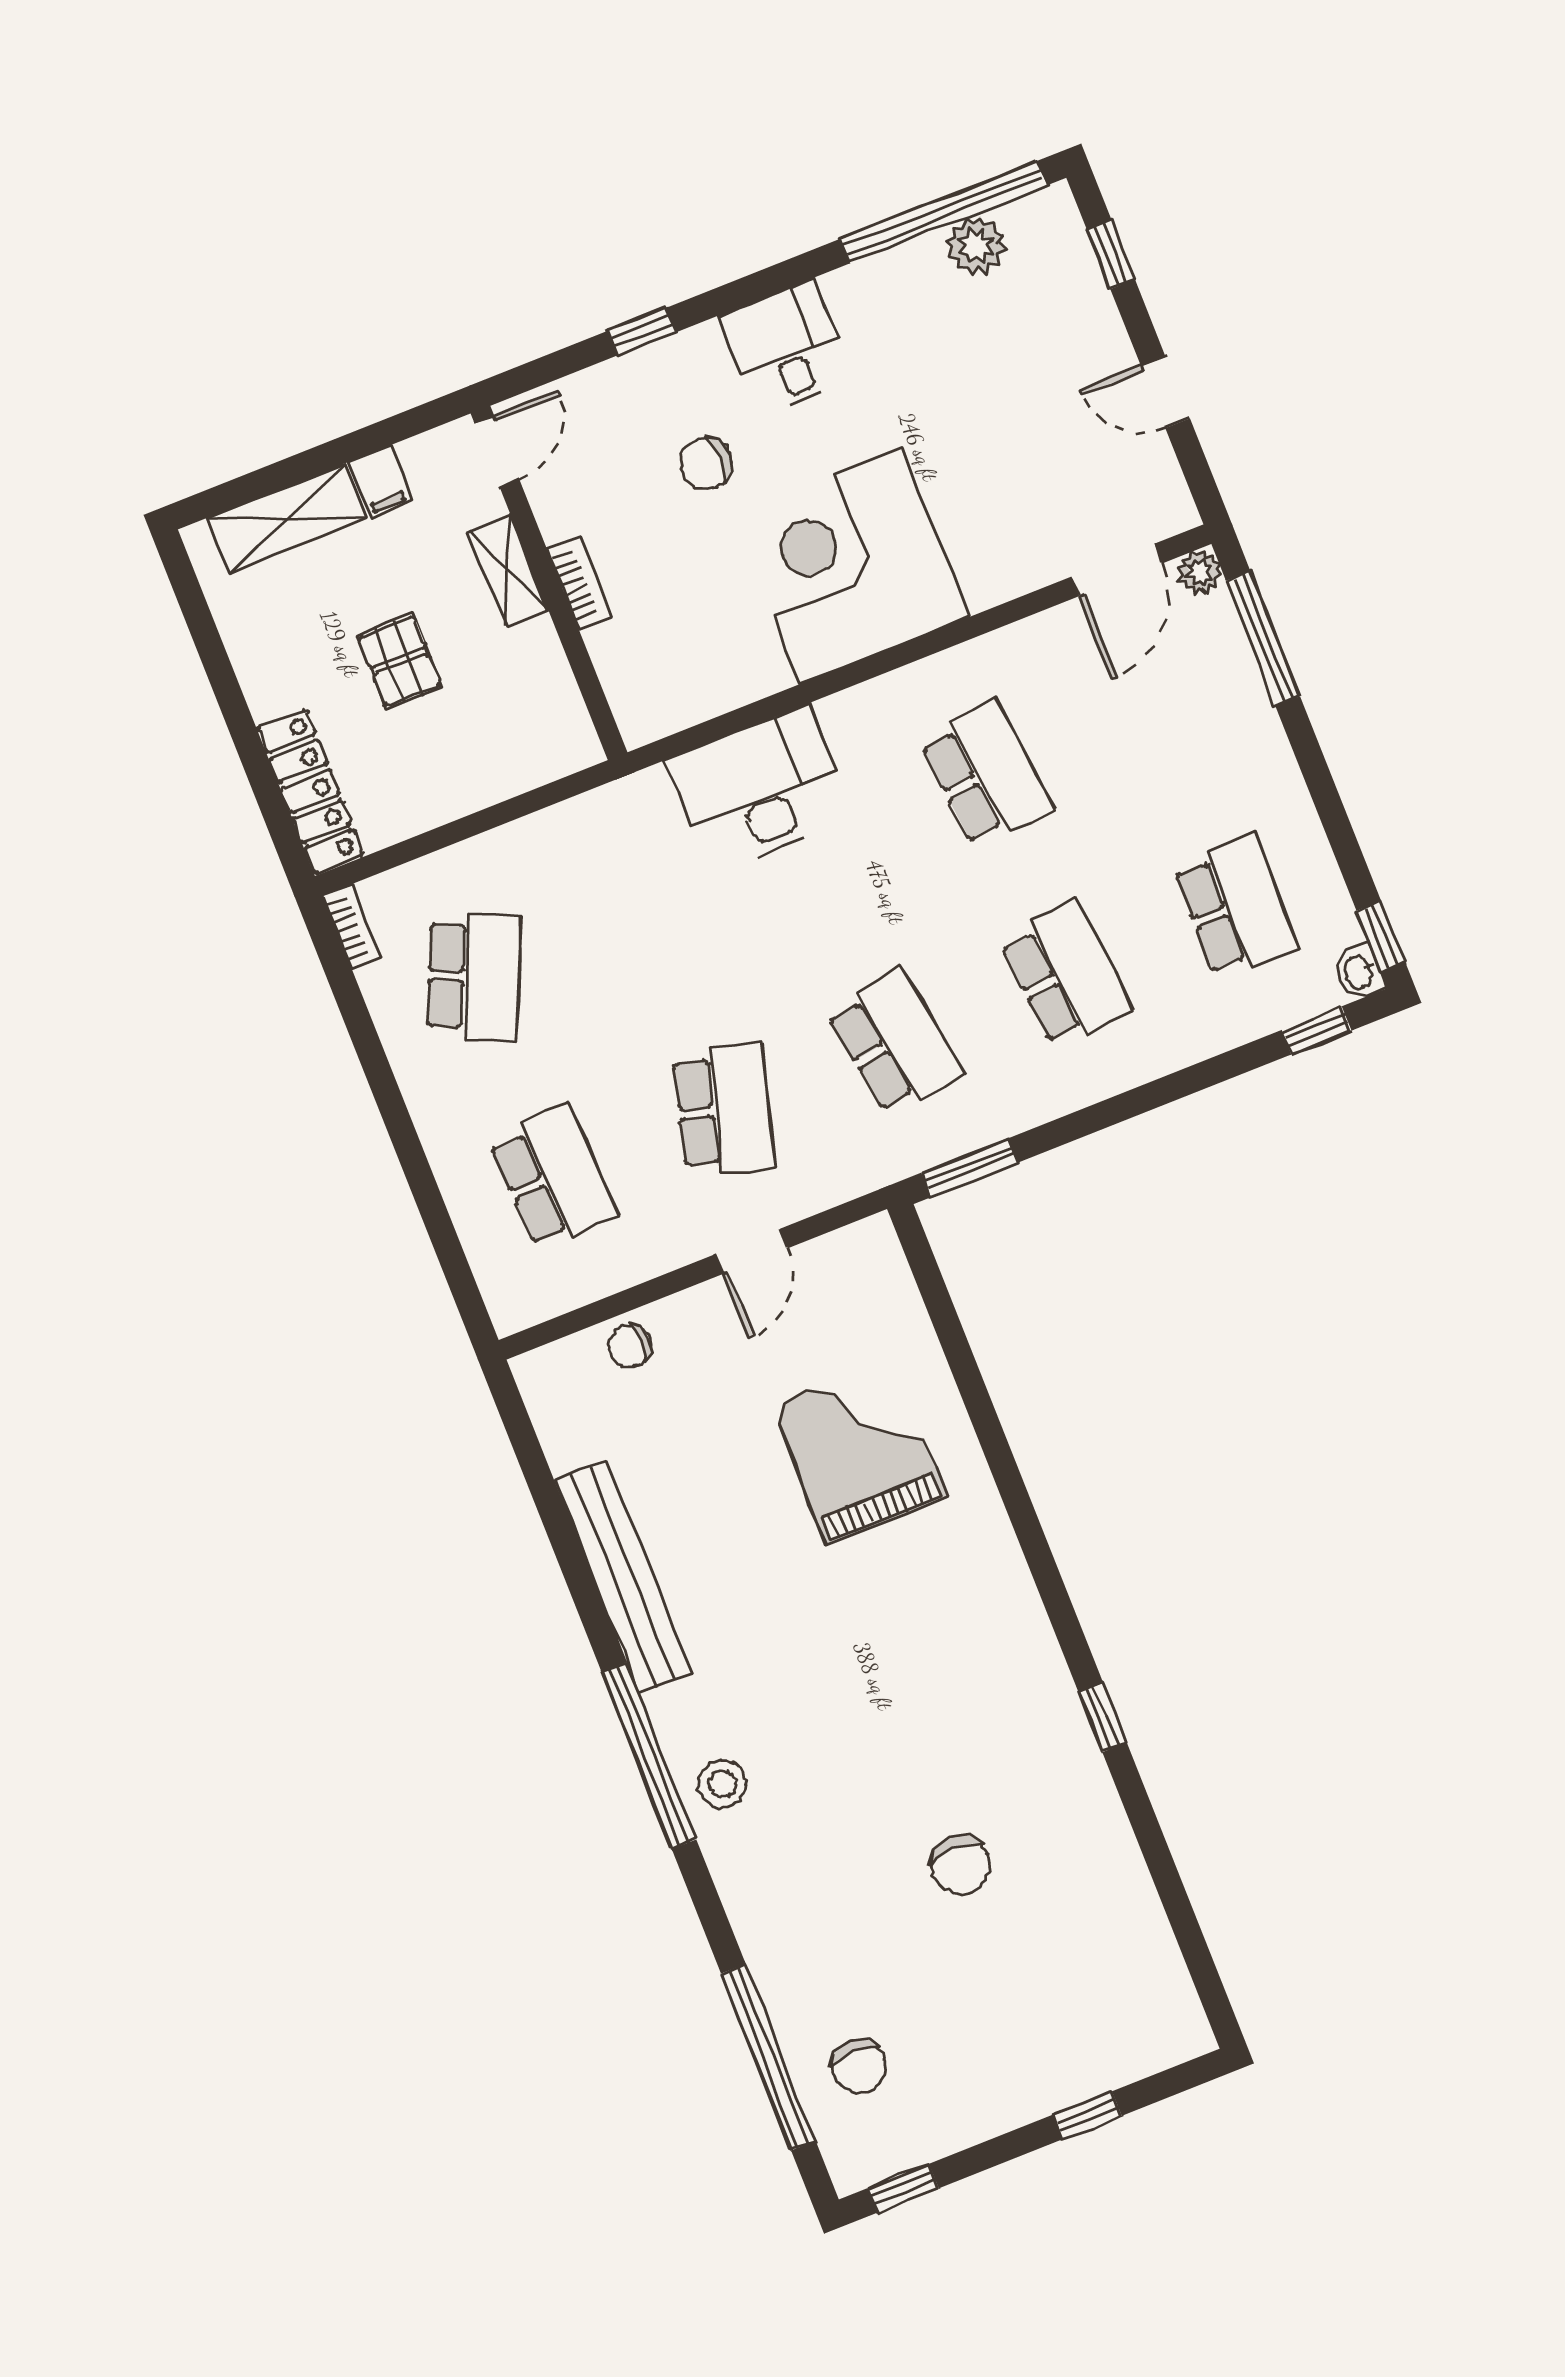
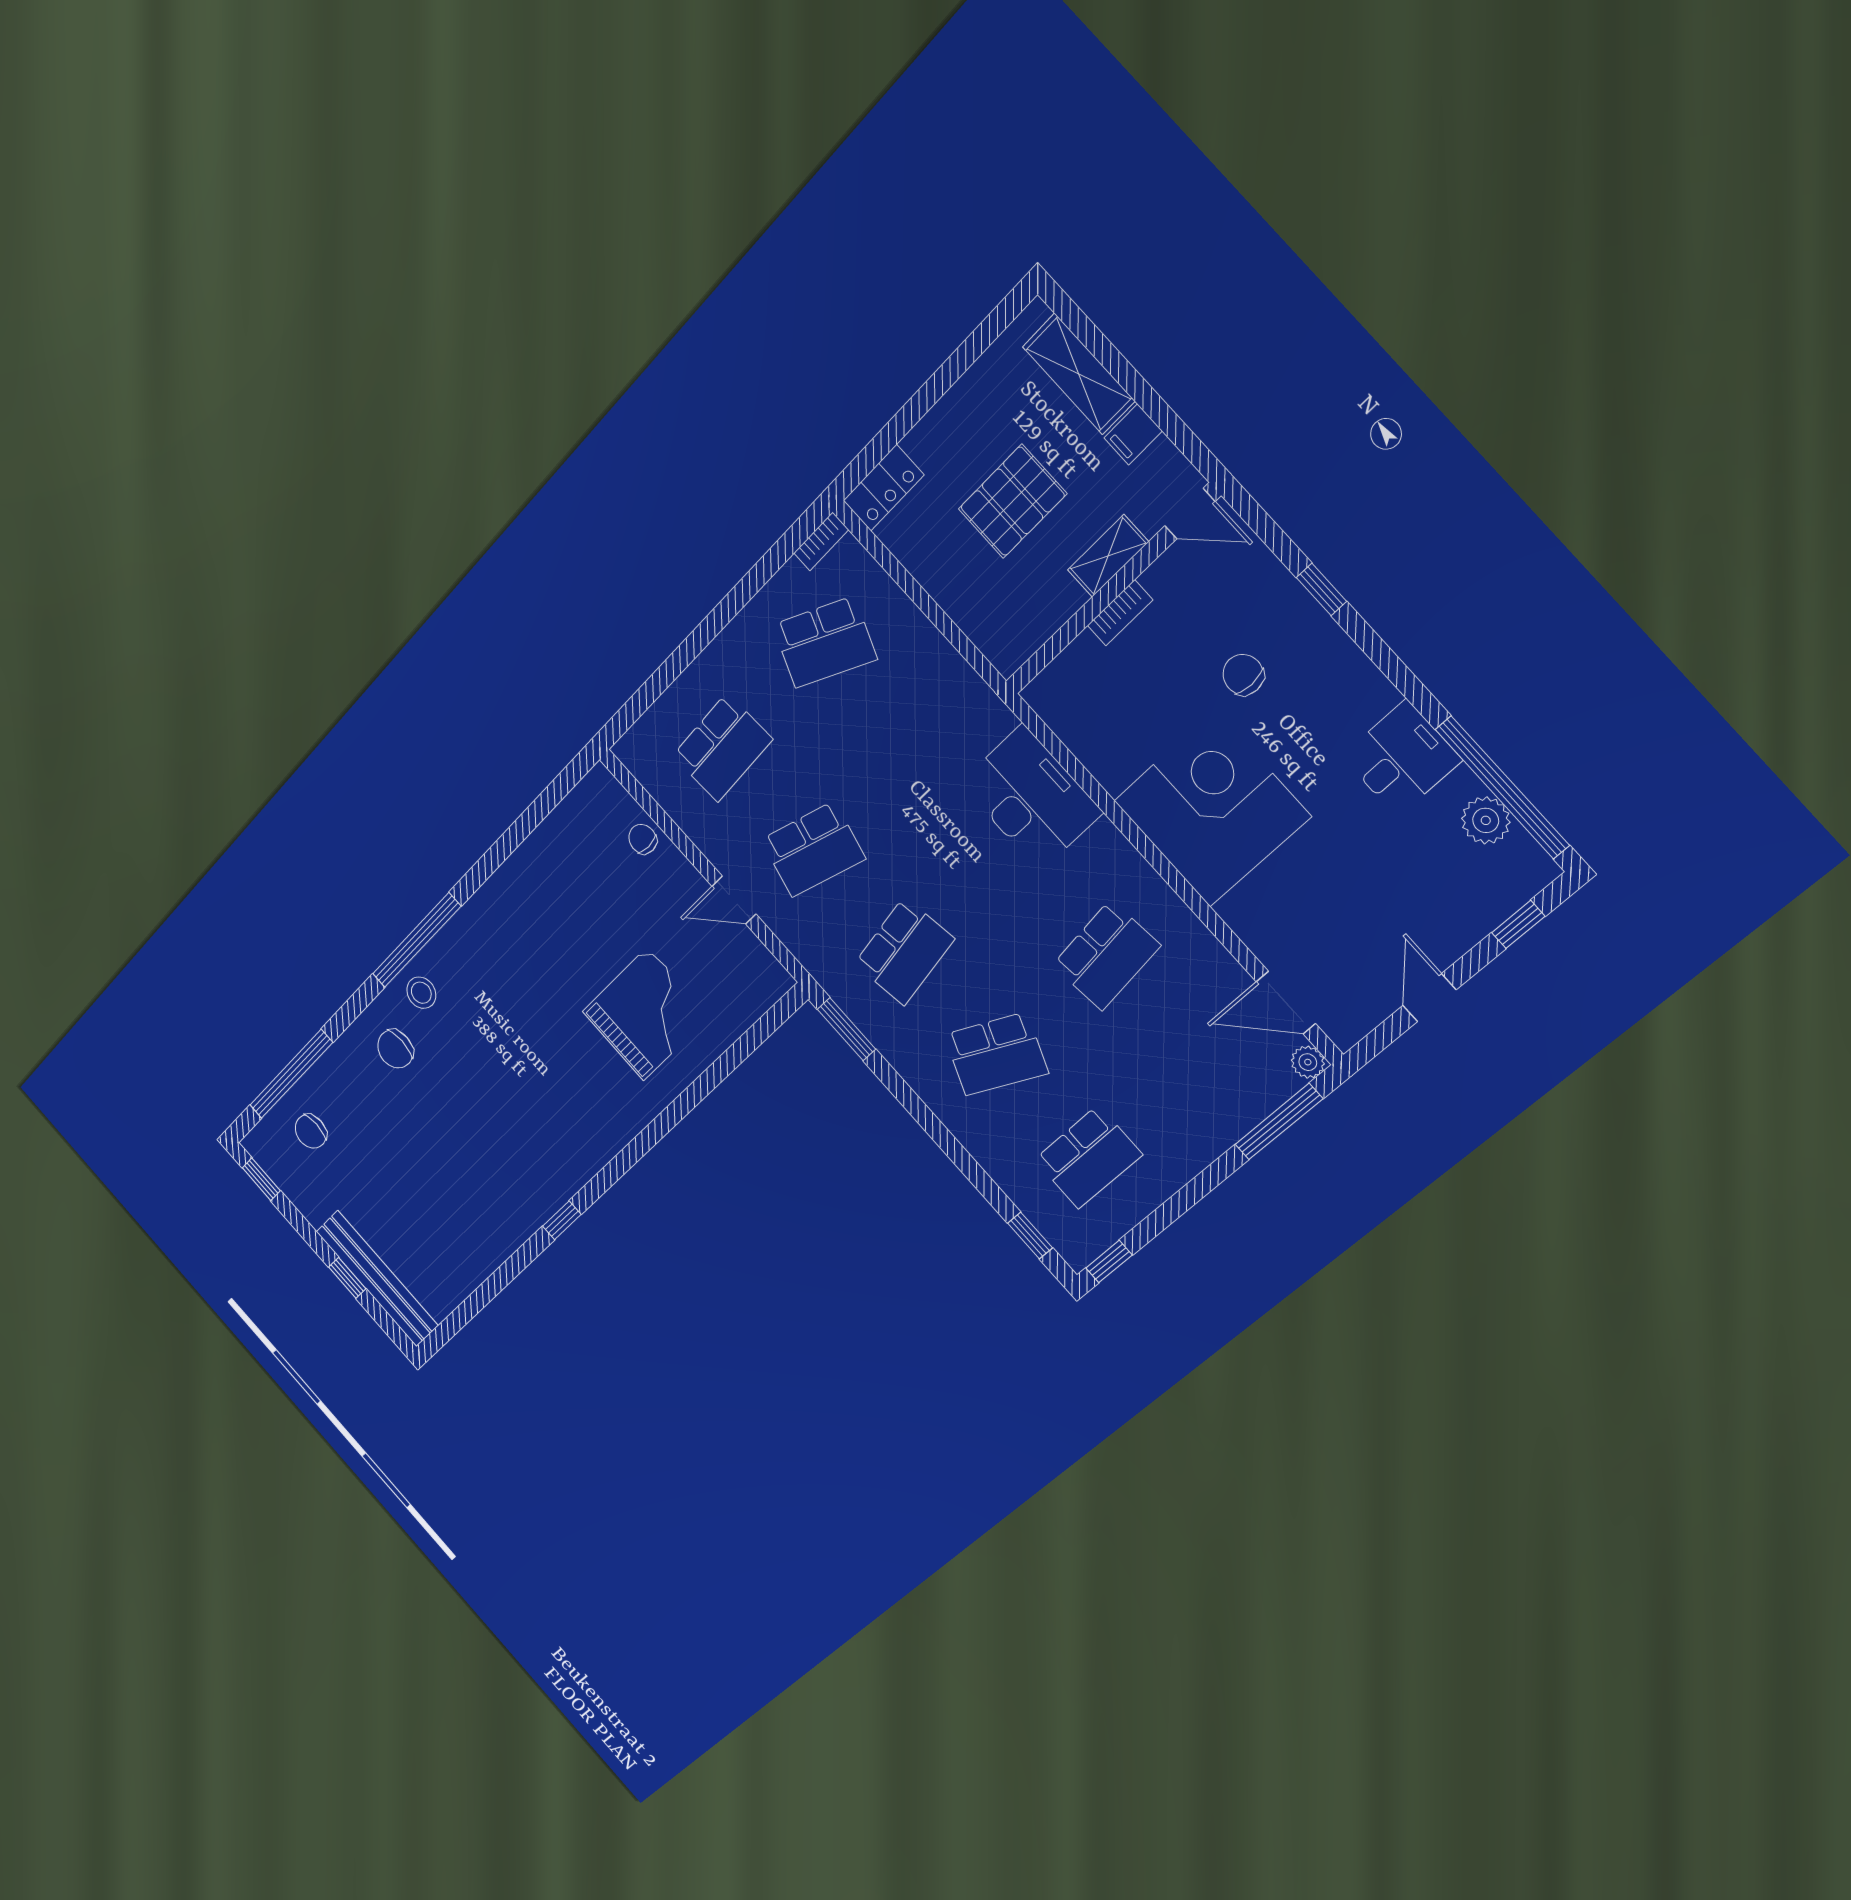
desk: (786, 348) -> (1402, 758), moved
pallet: (399, 661) -> (1012, 501), width x1.50, depth x1.42
locker: (310, 791) -> (883, 488), width x0.66
washbasin: (1359, 972) -> (1079, 1253), removed
school desk: (1065, 974) -> (996, 1054), turned 30
bench: (623, 1576) -> (377, 1279), moved, turned 90
chair: (960, 1865) -> (395, 1049), moved

